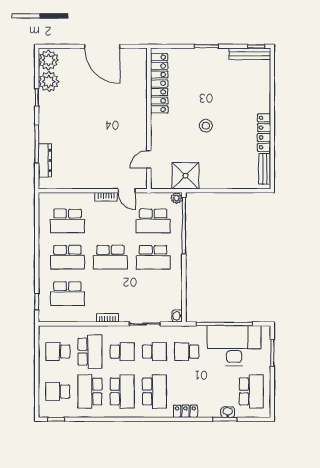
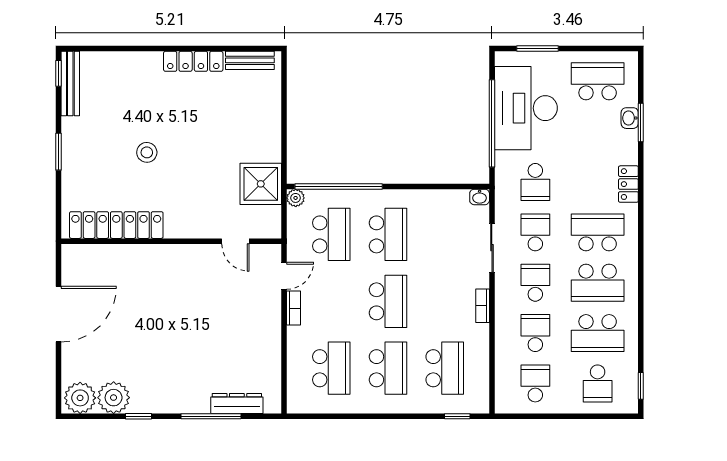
stool: (206, 126) -> (147, 152), moved
school desk: (58, 352) -> (535, 383), turned 180
school desk: (90, 352) -> (535, 333), width x0.54
school desk: (122, 391) -> (598, 283), turned 180

